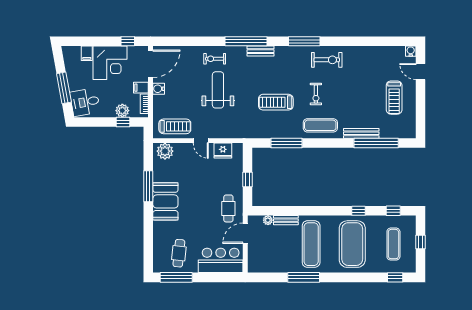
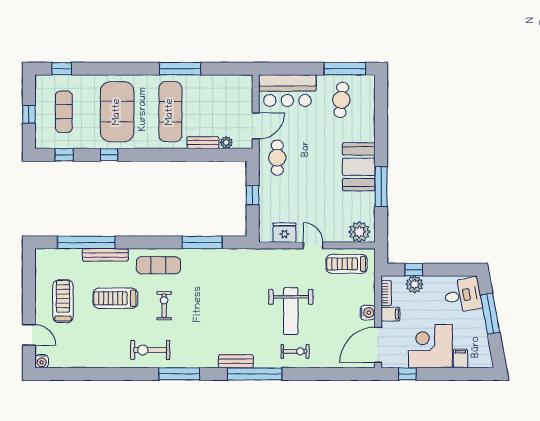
treadmill: (276, 102) -> (115, 298), moved, turned 180

